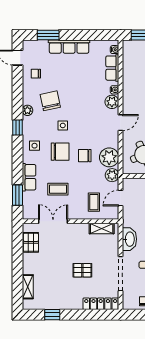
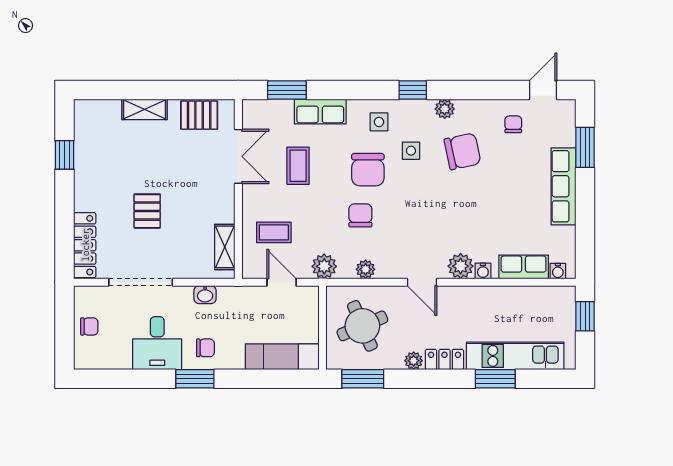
side table: (63, 125) -> (411, 151), moved
plant: (109, 157) -> (366, 269), width x0.53, depth x0.53
washbasin: (129, 239) -> (205, 295), width x0.52, depth x0.69
shelving: (28, 287) -> (145, 109), moved

